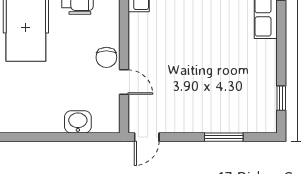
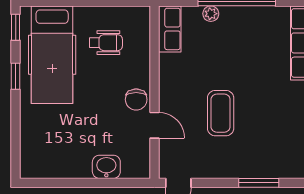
coffee table: (187, 70) -> (221, 113), added

